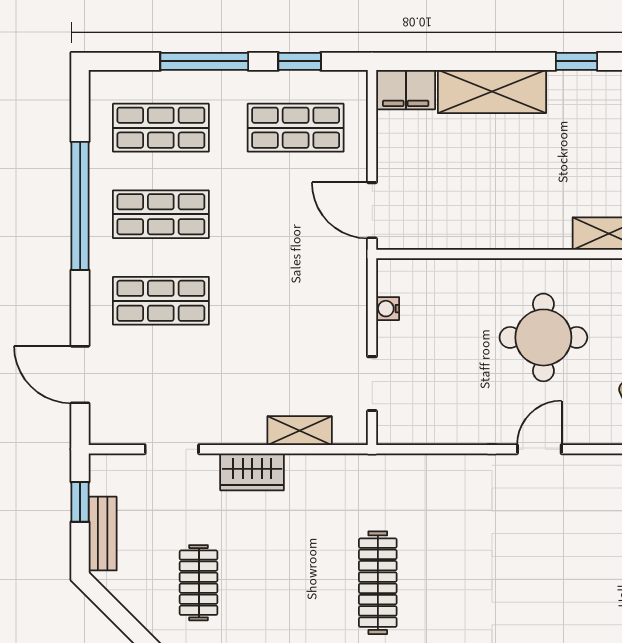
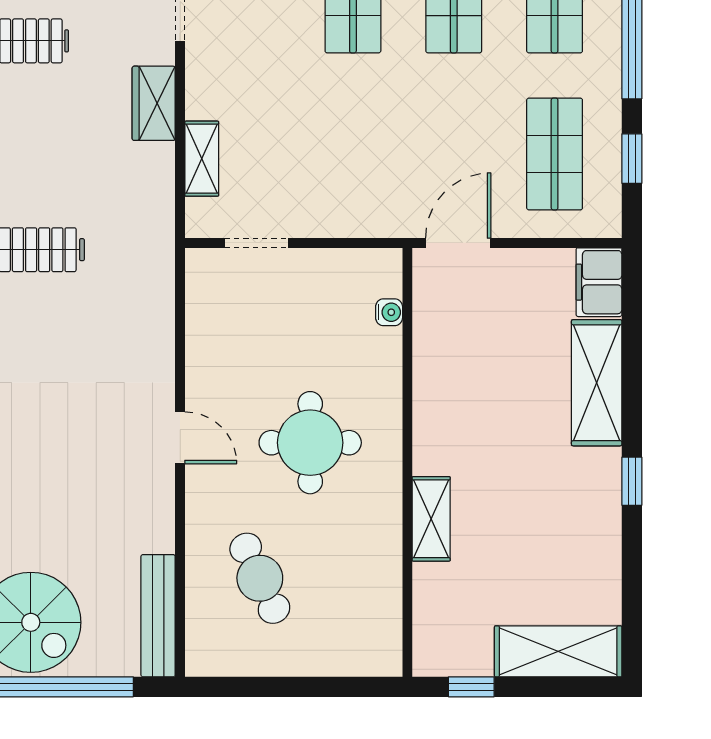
water cooler: (388, 309) -> (389, 312), moved, turned 90

